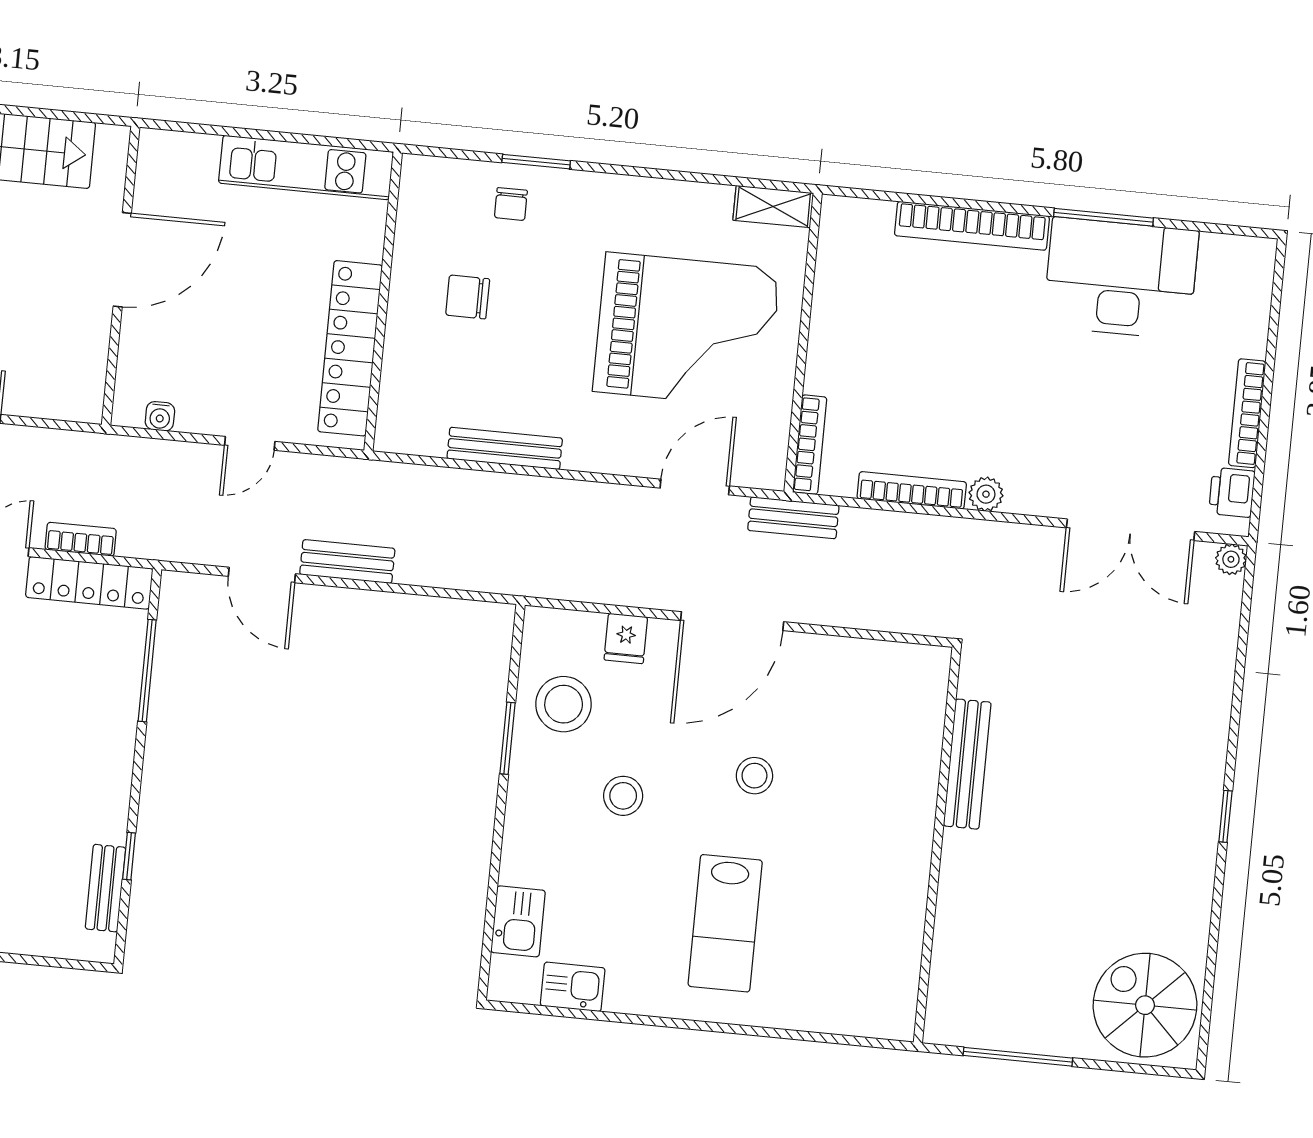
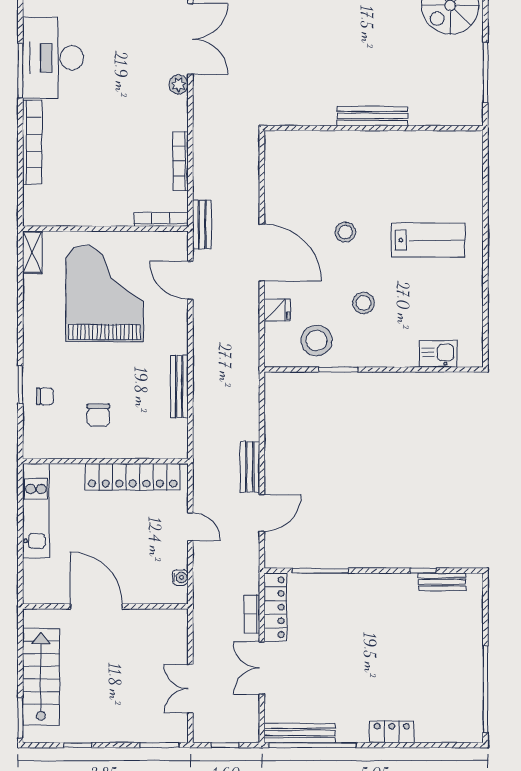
plant: (986, 494) -> (179, 84), moved
bench: (967, 764) -> (372, 116), moved
kitchen sink: (573, 987) -> (471, 320), removed

